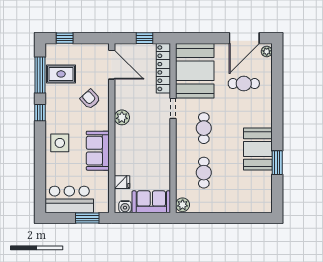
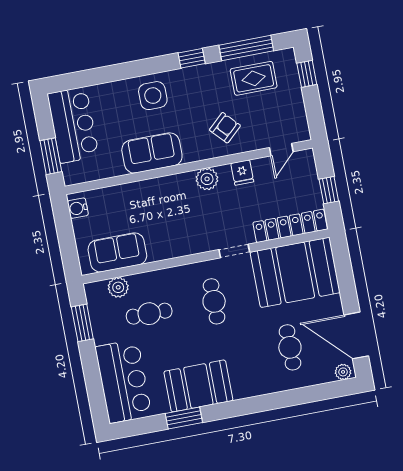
door: (112, 65) -> (281, 150), width x0.53
rug: (61, 74) -> (254, 78), turned 90
cafe table: (204, 128) -> (214, 301), turned 90
fridge: (122, 182) -> (242, 173), moved
bar counter: (245, 198) -> (123, 381), added
sofa: (151, 202) -> (117, 252), moved, turned -90
plant: (183, 205) -> (118, 287), moved
window: (202, 218) -> (82, 323), added

